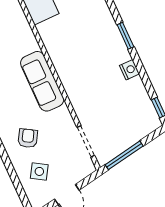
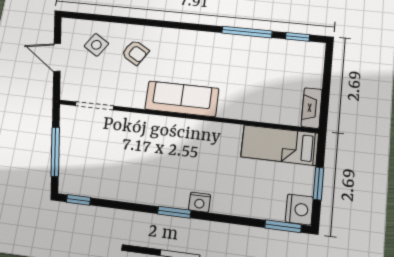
nightstand: (129, 70) -> (200, 202), moved
window: (124, 155) -> (55, 152), moved

